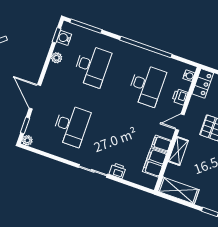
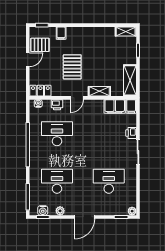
door: (35, 97) -> (85, 217), moved
door: (180, 122) -> (77, 98), hinge flipped
filing cabinet: (161, 144) -> (131, 106), moved

